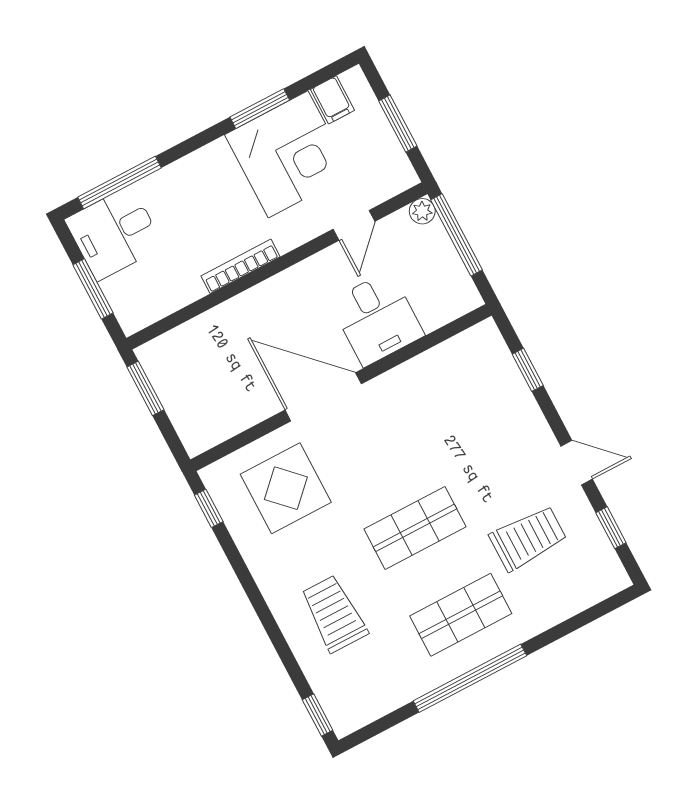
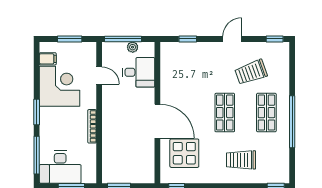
window: (260, 109) -> (37, 112), moved
plant: (422, 211) -> (133, 47), moved
desk: (114, 233) -> (60, 167), width x1.37
desk: (377, 318) -> (139, 72), moved
door: (323, 397) -> (157, 121), swing flipped
window: (611, 528) -> (275, 39), moved
trolley: (528, 538) -> (251, 72), turned -110

